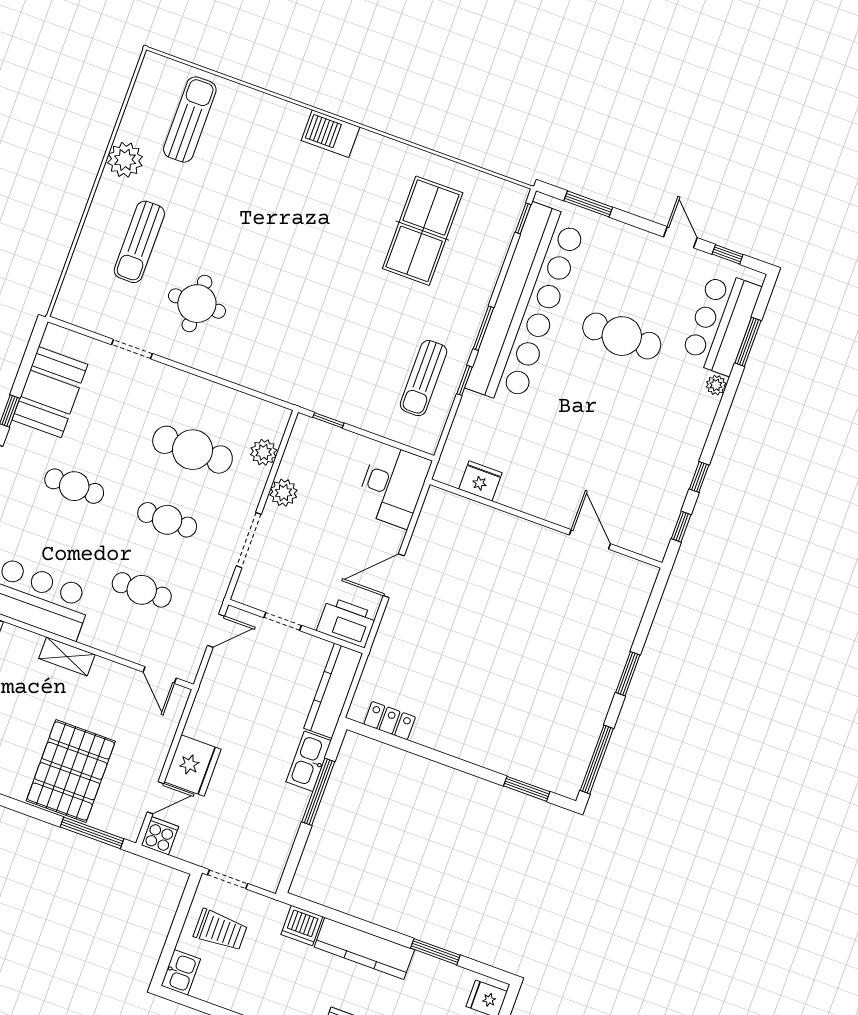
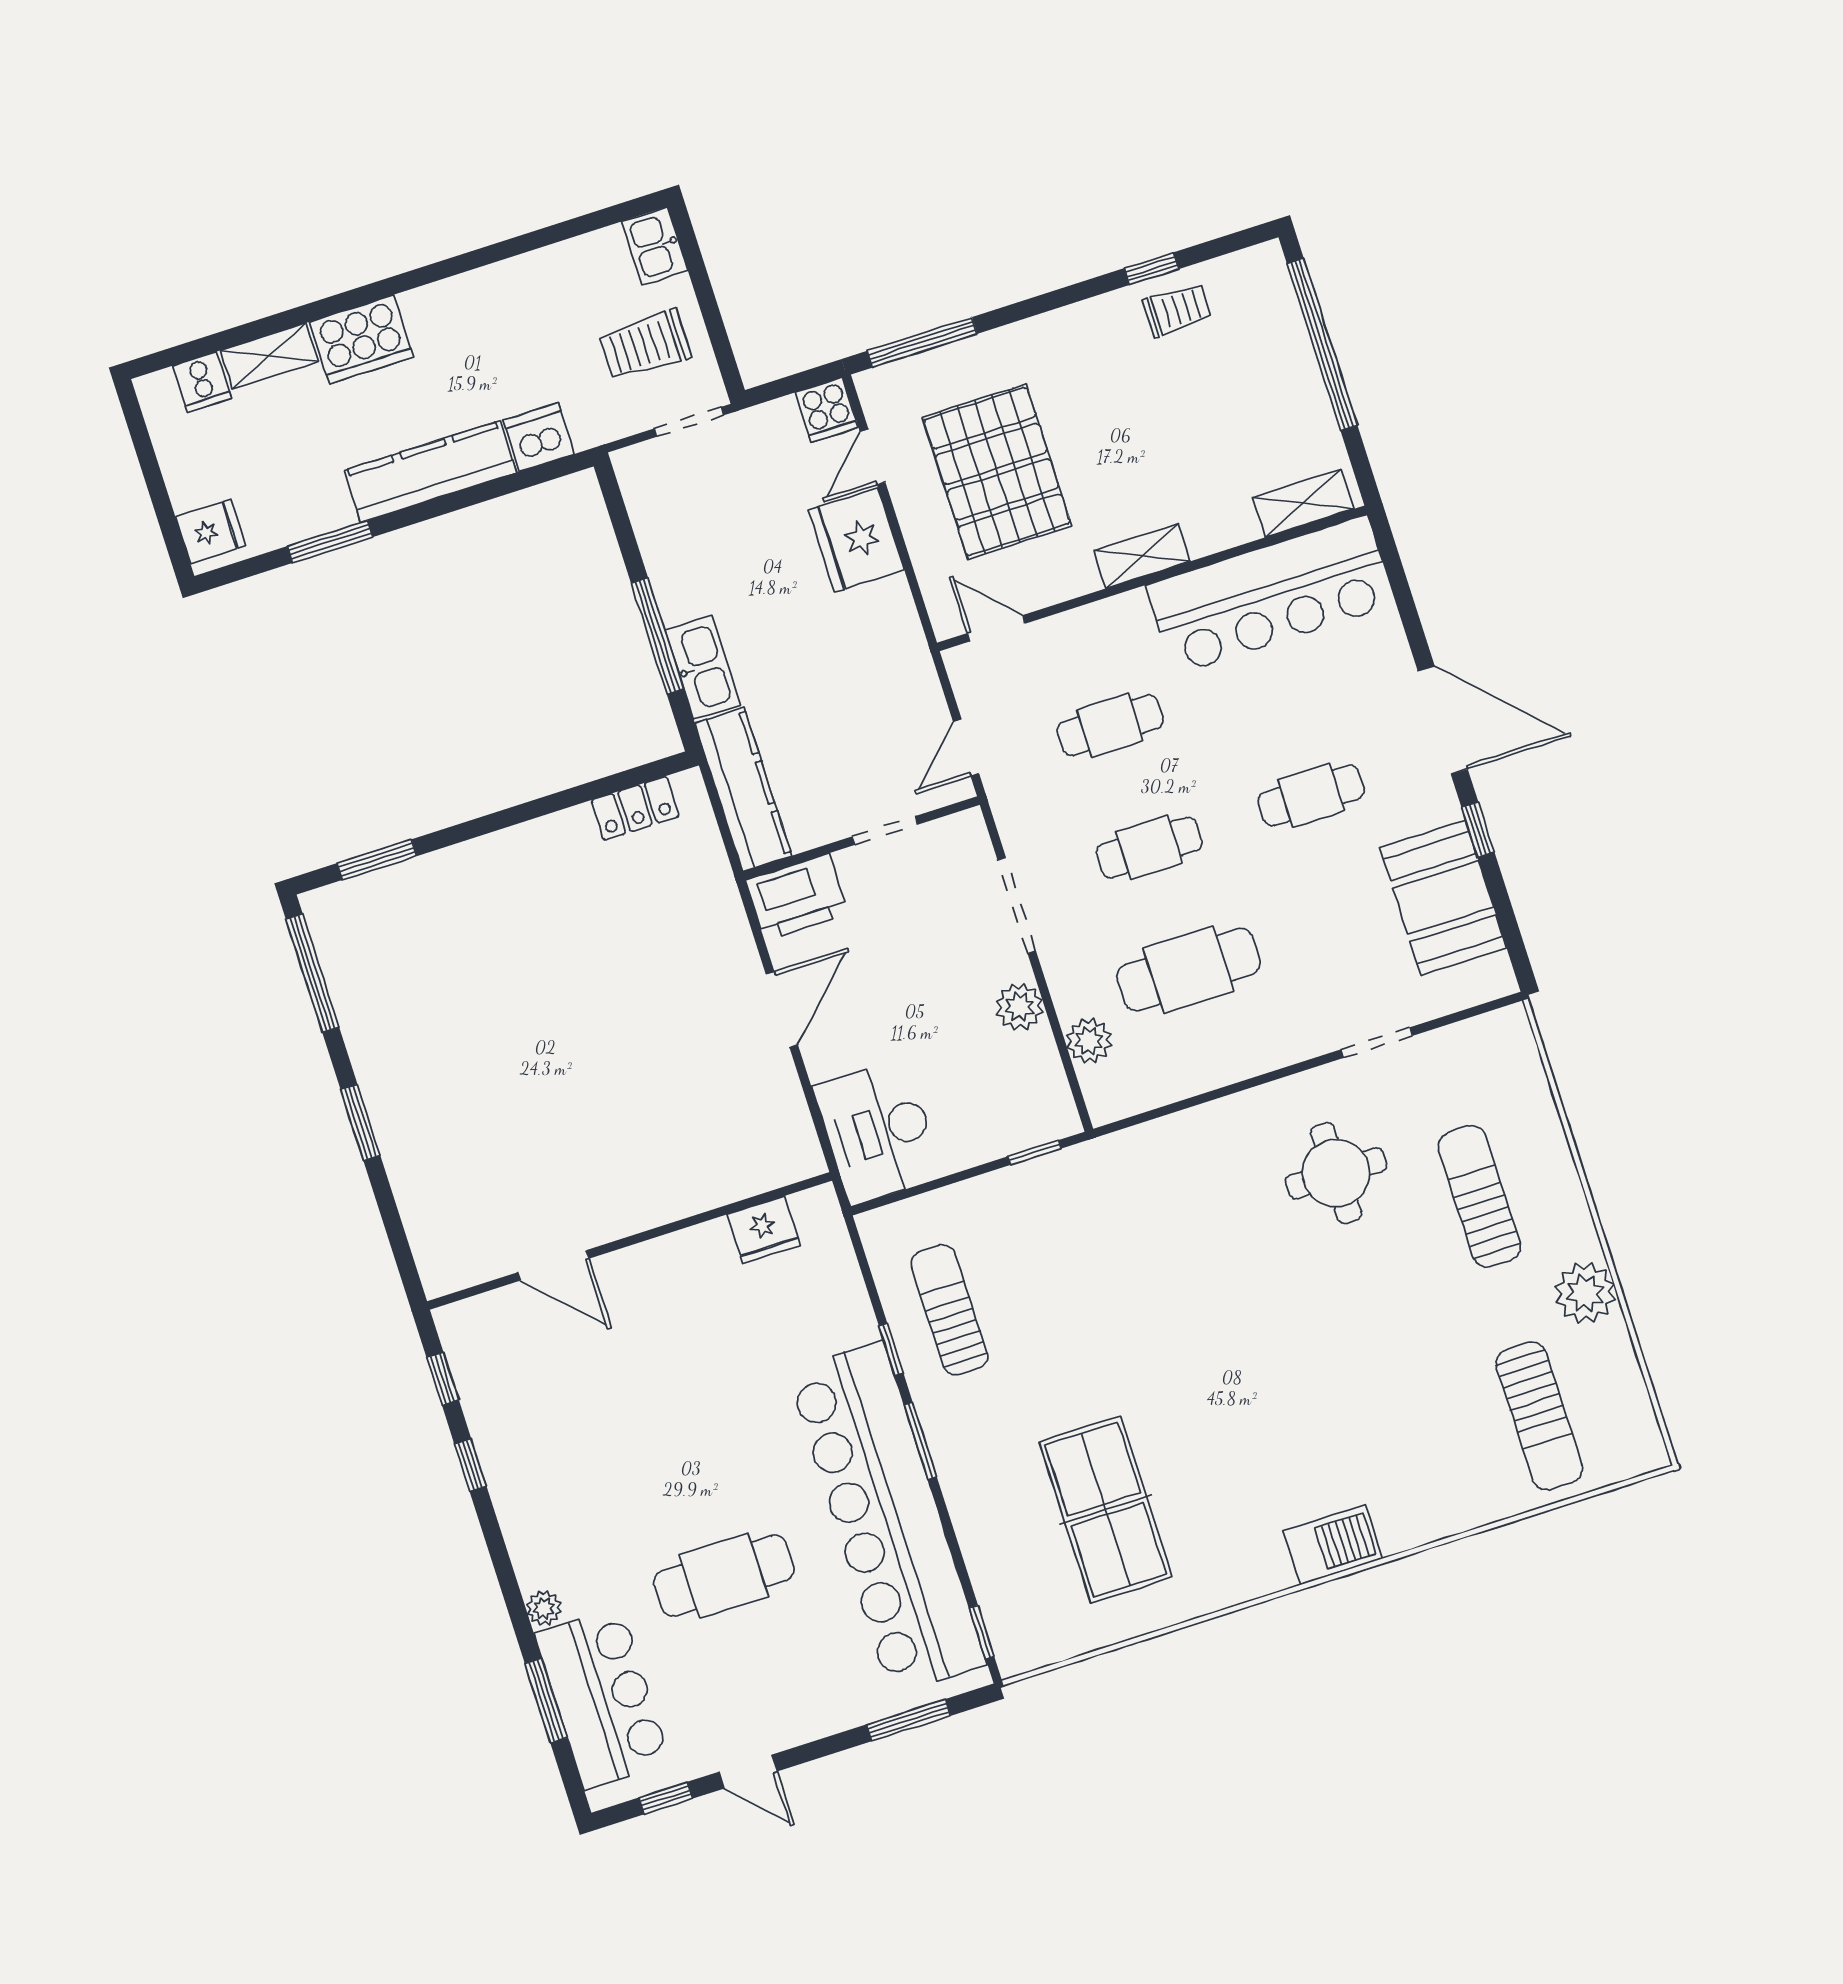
pallet: (71, 771) -> (997, 472), moved

